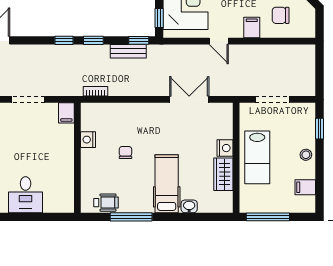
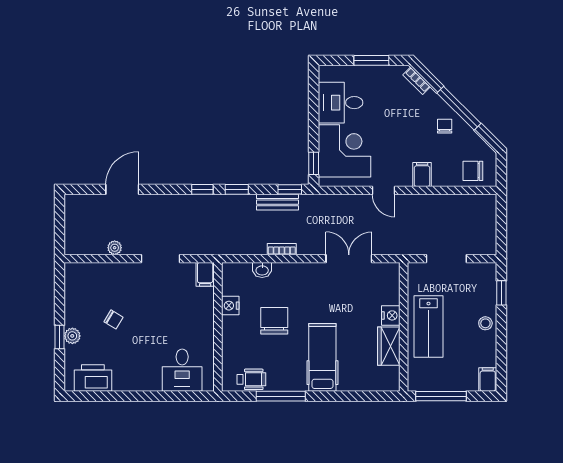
chair: (281, 15) -> (473, 171), moved
bookcase: (95, 91) -> (282, 249), moved
chair: (125, 153) -> (274, 321), width x1.87, depth x1.87
filing cabinet: (305, 187) -> (488, 379), moved, turned 90
desk: (26, 195) -> (182, 370), moved
washbasin: (189, 206) -> (262, 270), moved, turned 180

